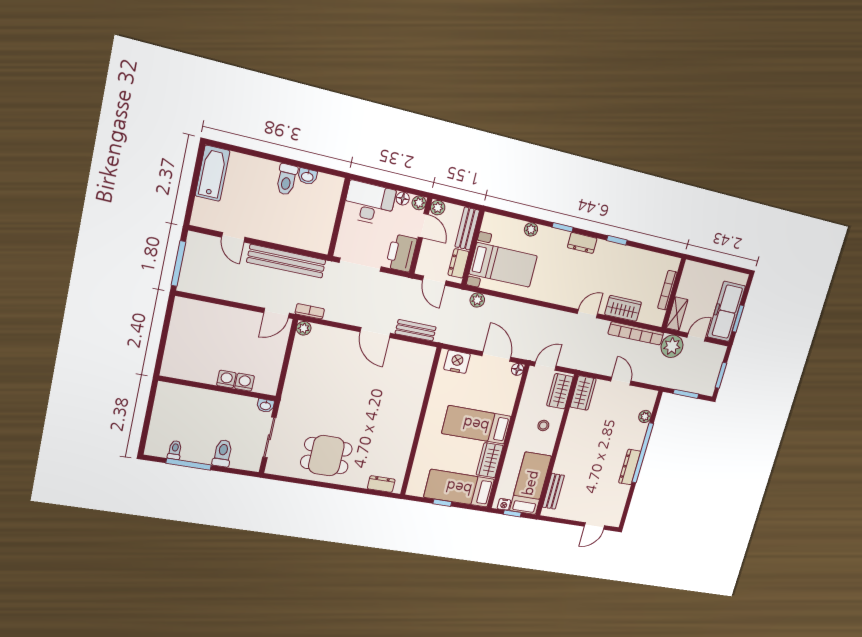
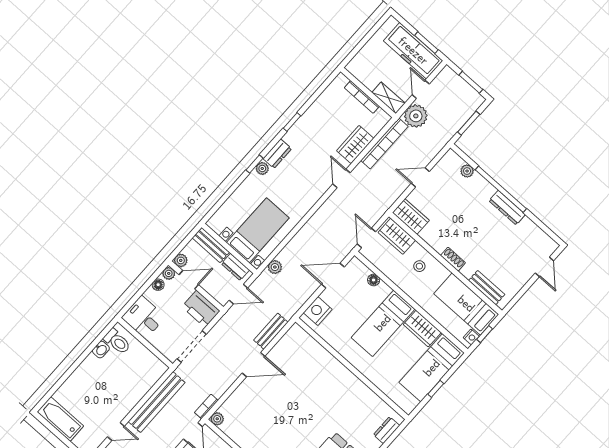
toilet: (287, 179) -> (117, 341), moved
desk: (369, 203) -> (144, 317), width x0.73
plant: (531, 229) -> (262, 168), moved
floor lamp: (517, 369) -> (374, 280), moved
shoe rack: (564, 450) -> (453, 259), added

